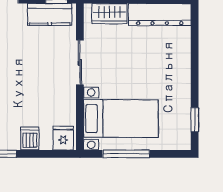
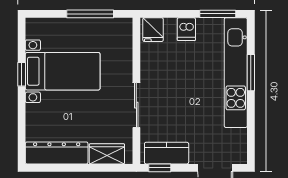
bed with nightstands: (121, 119) -> (63, 71), moved, turned 180
window: (195, 120) -> (22, 74), moved

